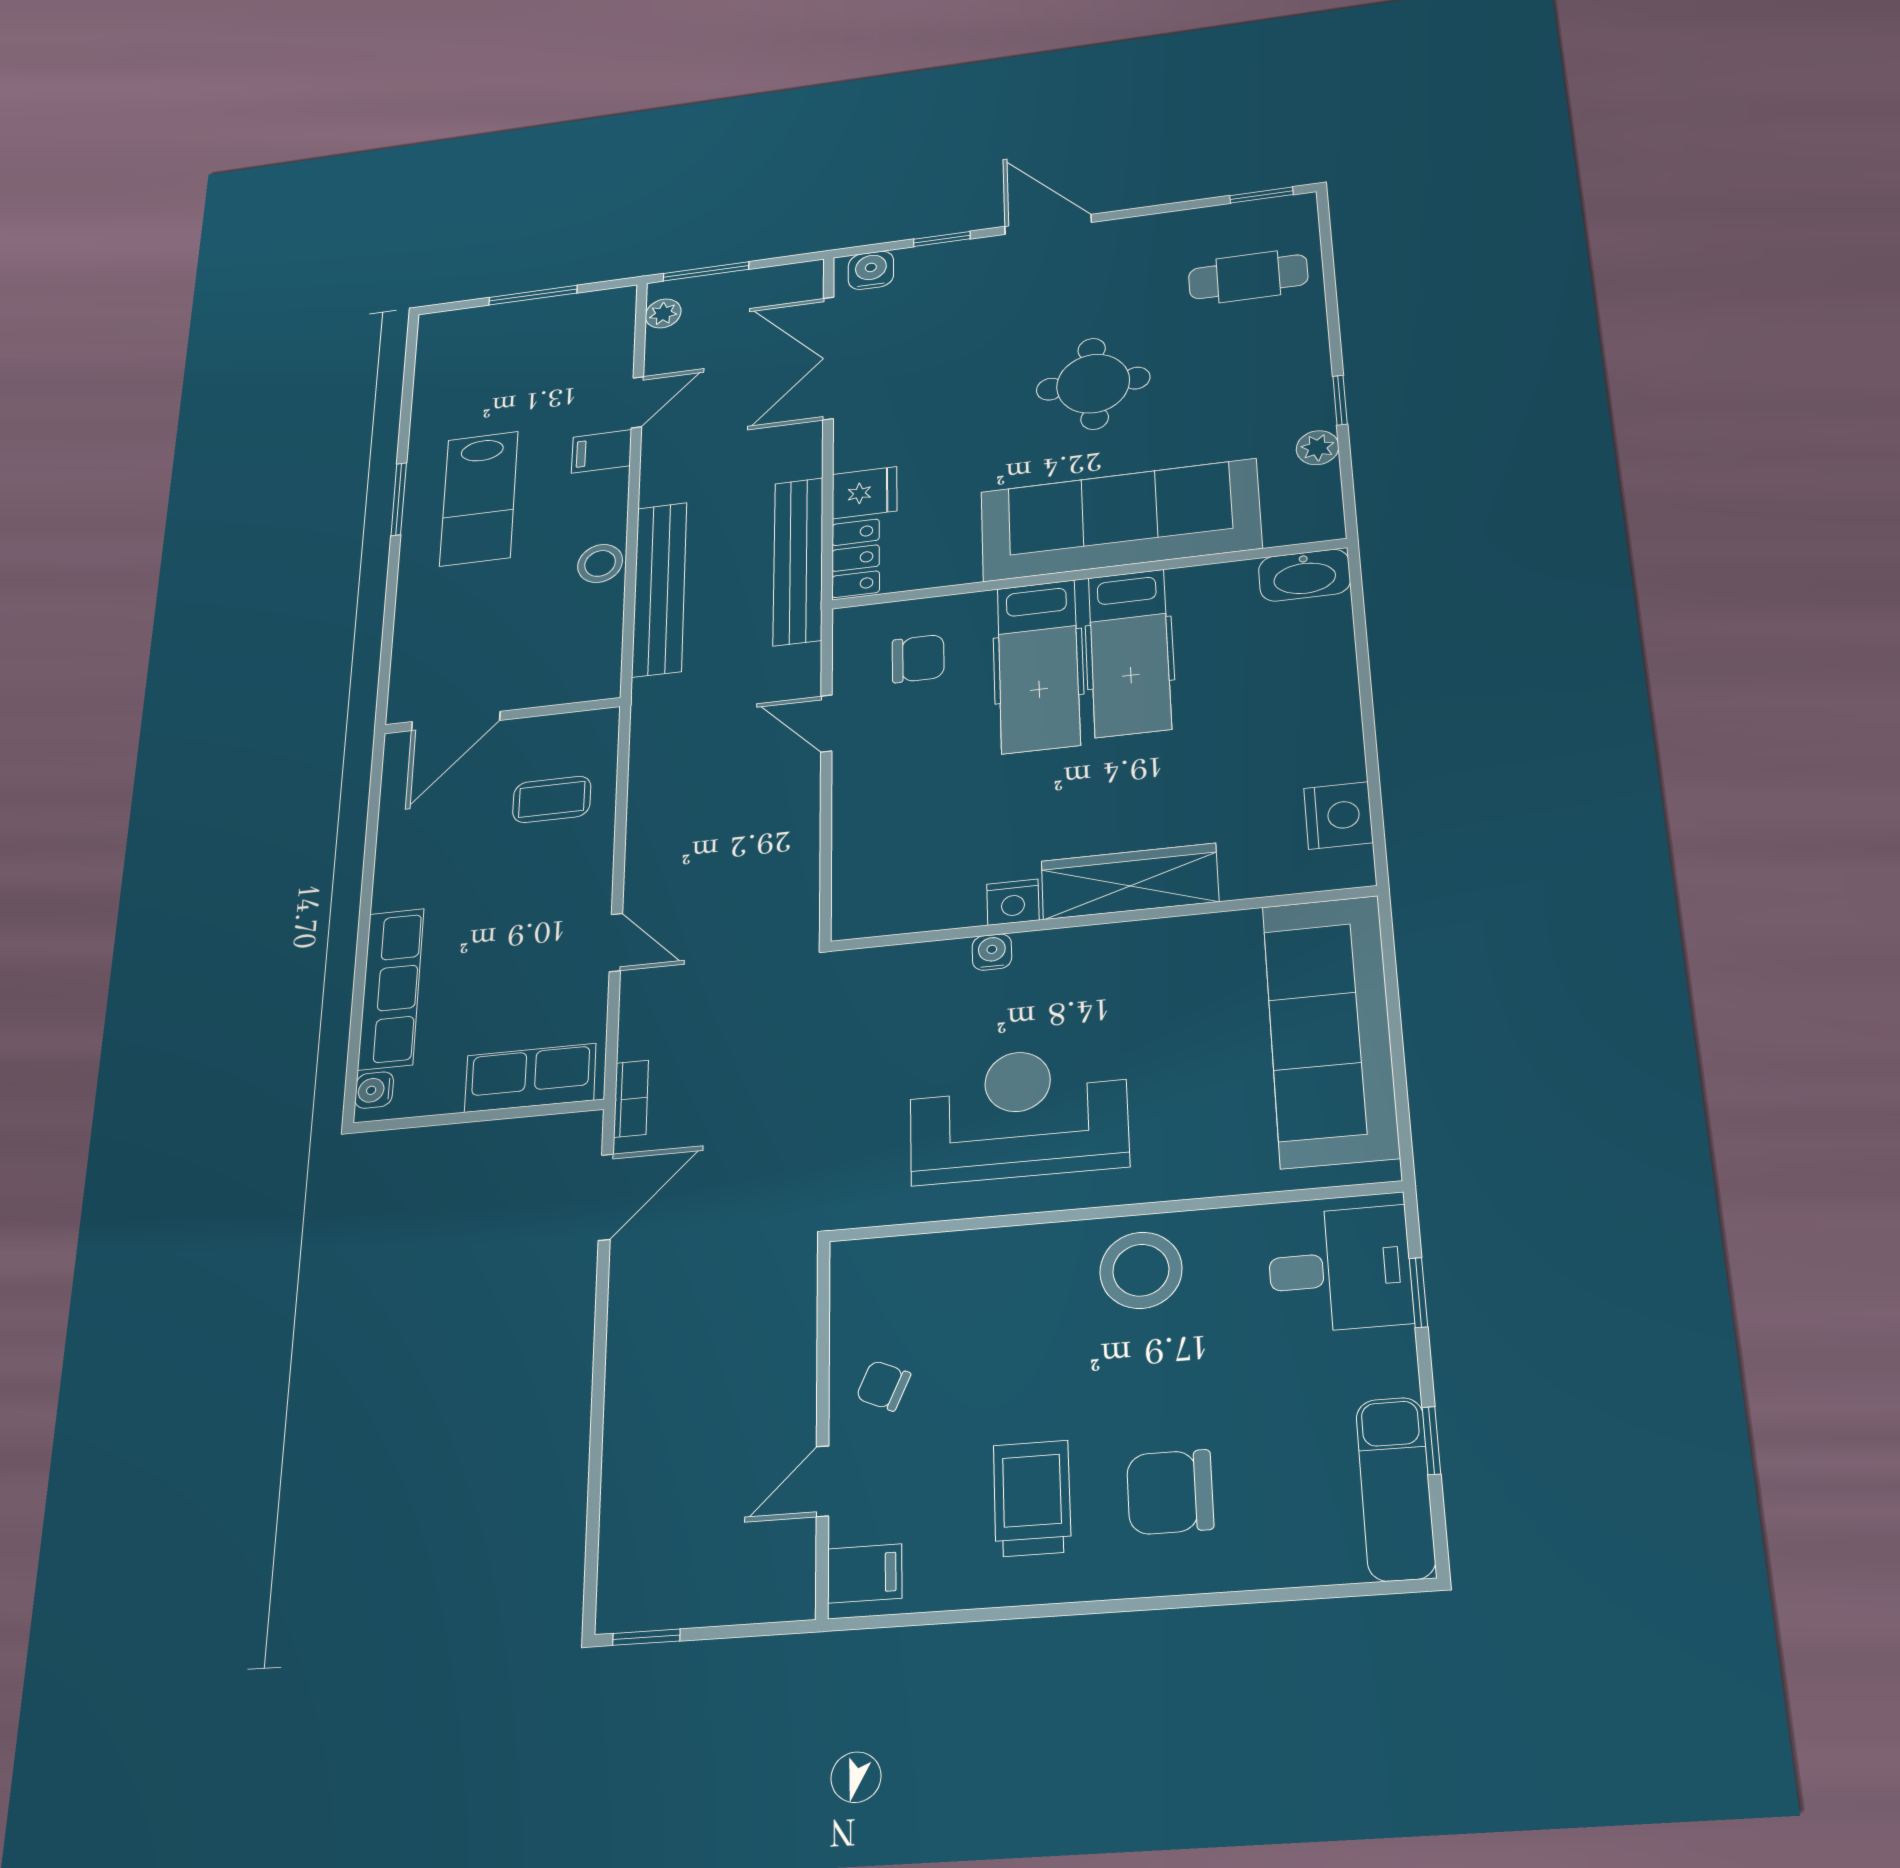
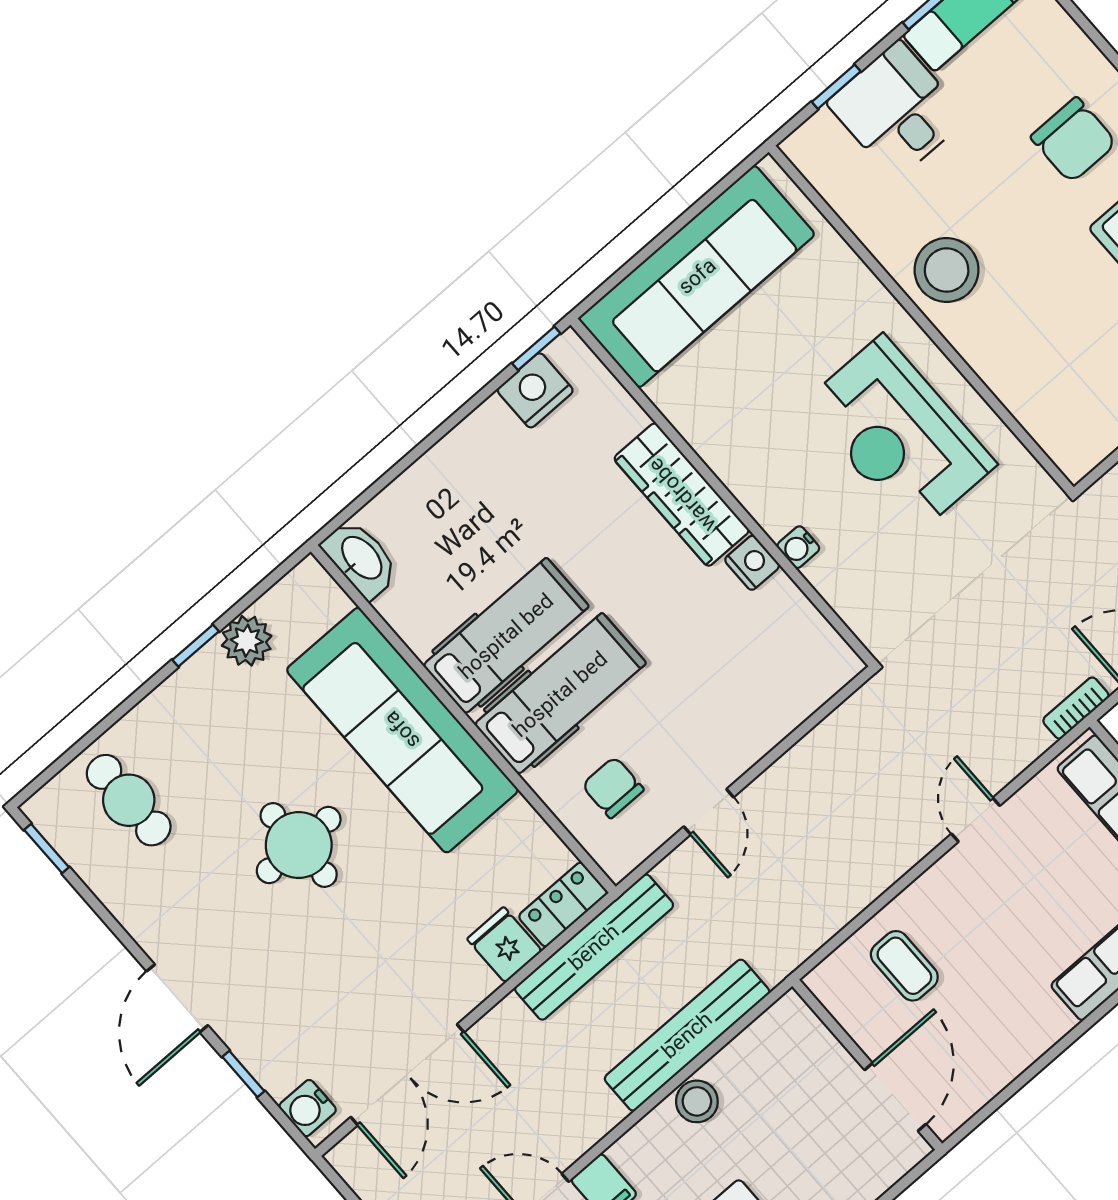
plant: (1318, 448) -> (247, 641), width x1.38, depth x1.38
door: (456, 721) -> (895, 1097), hinge flipped
window: (1379, 841) -> (536, 348), added
desk: (1340, 1269) -> (897, 110), moved

